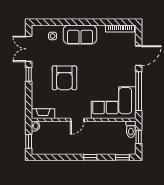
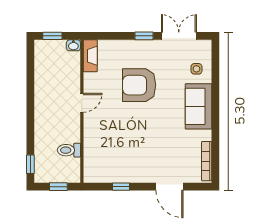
window: (139, 91) -> (121, 187), width x0.32
corner sofa: (114, 103) -> (105, 152), removed
door: (77, 120) -> (82, 103), swing flipped
toilet: (131, 129) -> (69, 150), moved
window: (90, 157) -> (30, 120), removed

